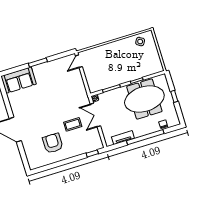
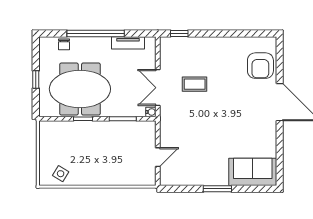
door: (79, 61) -> (158, 157), moved
double door: (95, 115) -> (158, 88), swing flipped
armchair: (53, 143) -> (260, 66), moved

